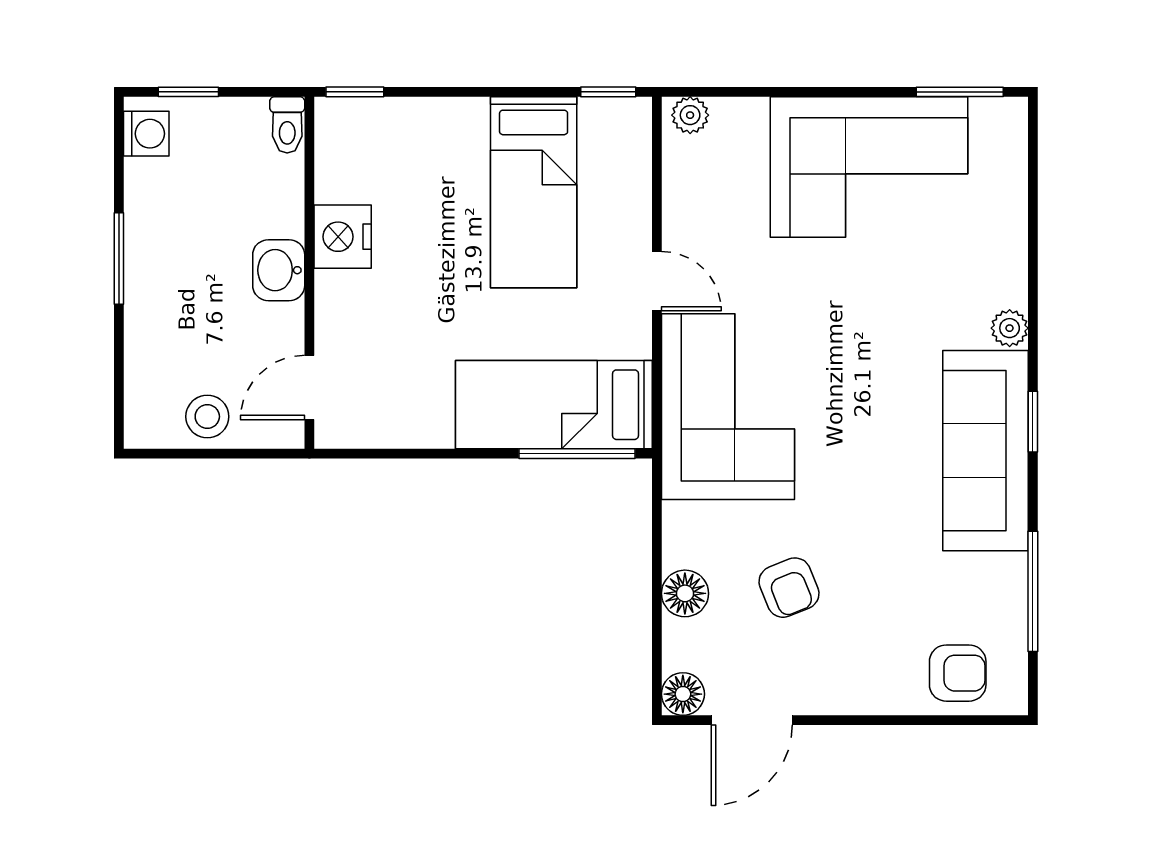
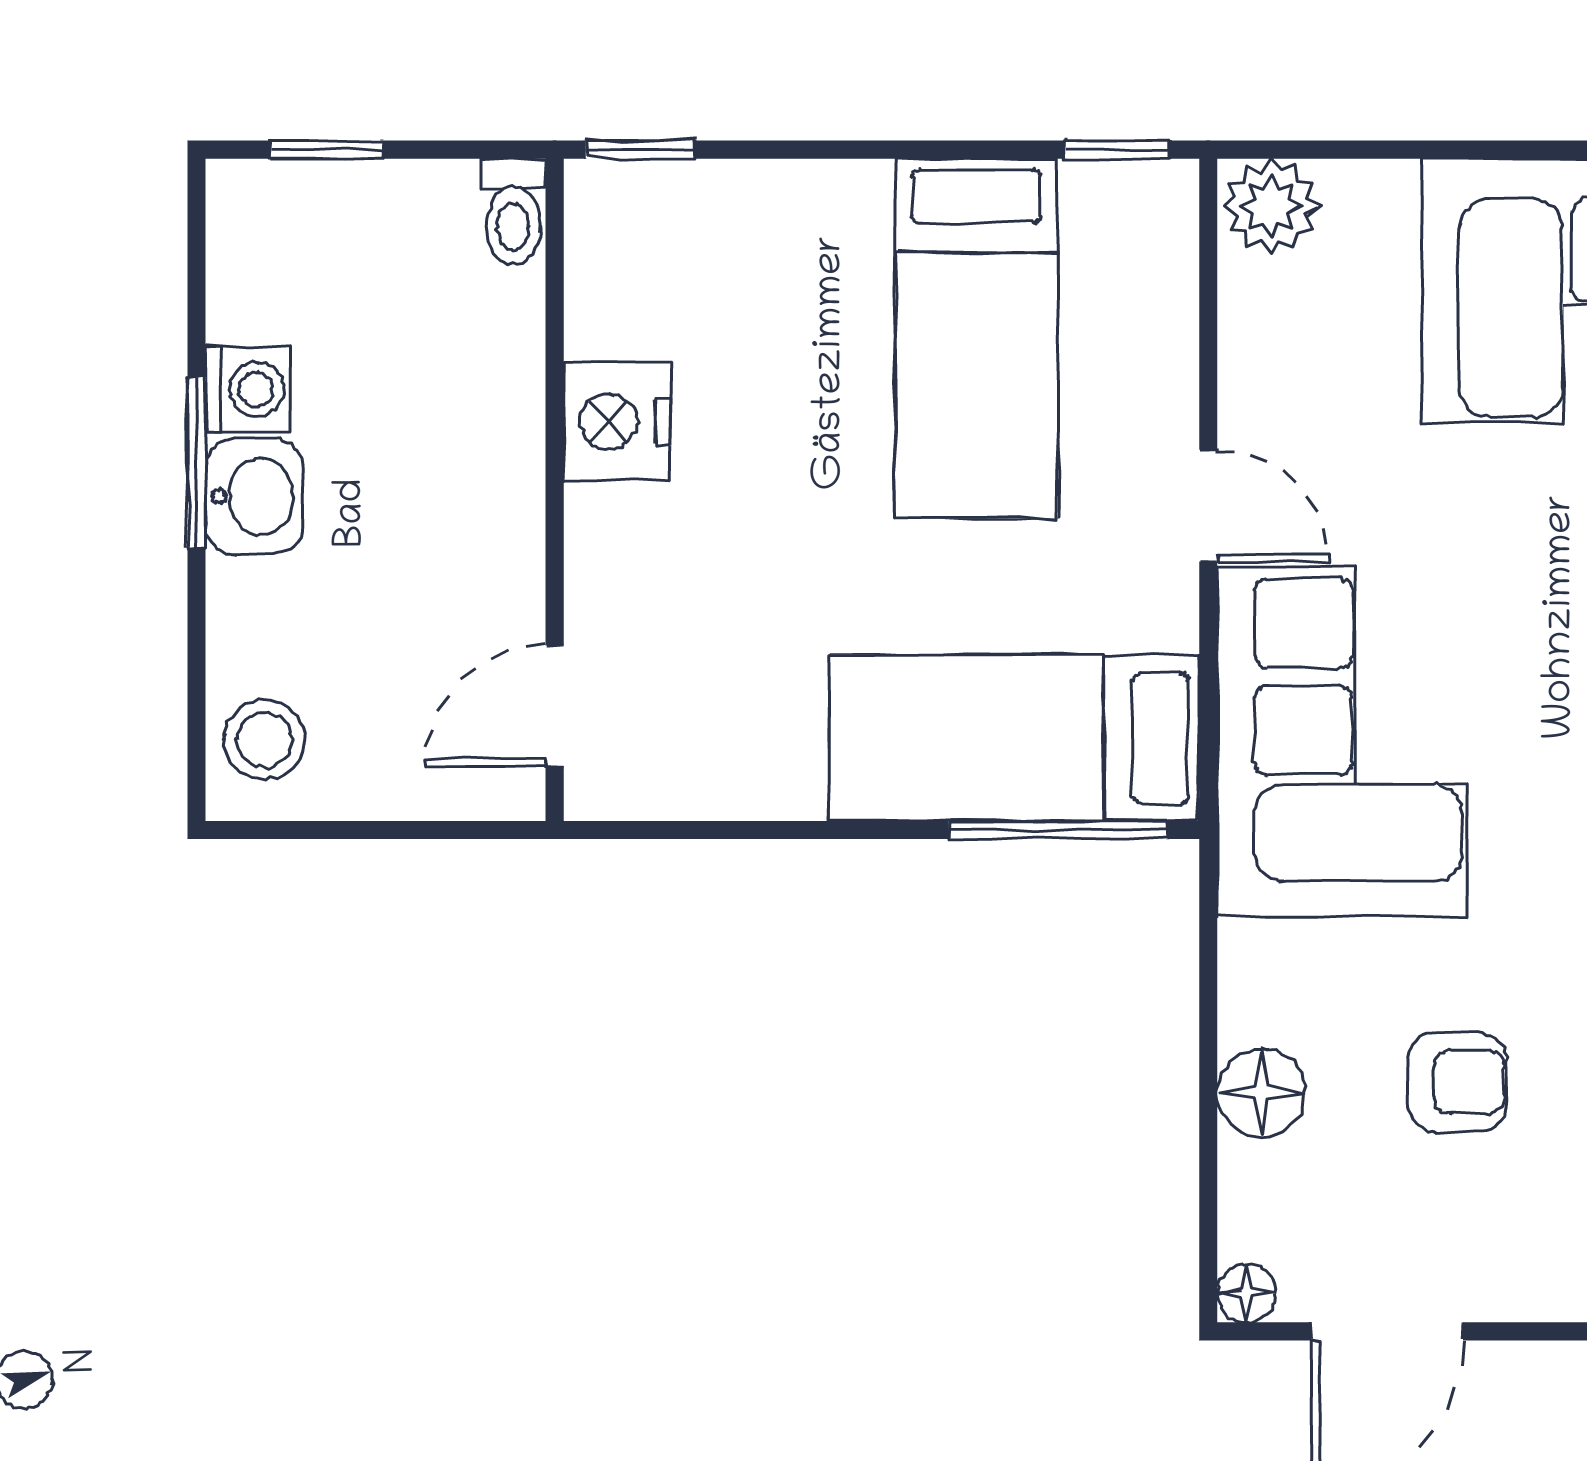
plant: (690, 115) -> (1271, 206), width x1.38, depth x1.38
washing machine: (146, 134) -> (248, 389), moved
washbasin: (279, 270) -> (254, 497), moved, turned 180
stool: (207, 417) -> (265, 739), moved
armchair: (789, 588) -> (1457, 1082), turned -68
floor lamp: (683, 694) -> (1247, 1293), width x0.73, depth x0.73

